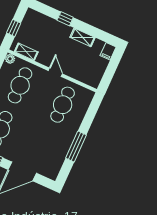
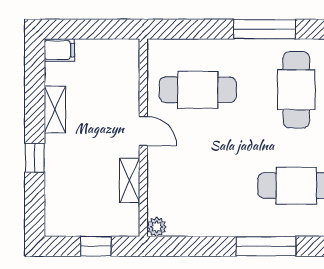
shelving: (26, 52) -> (130, 180), moved
door: (55, 72) -> (143, 131), swing flipped
cafe table: (20, 85) -> (296, 90), moved, turned 90

